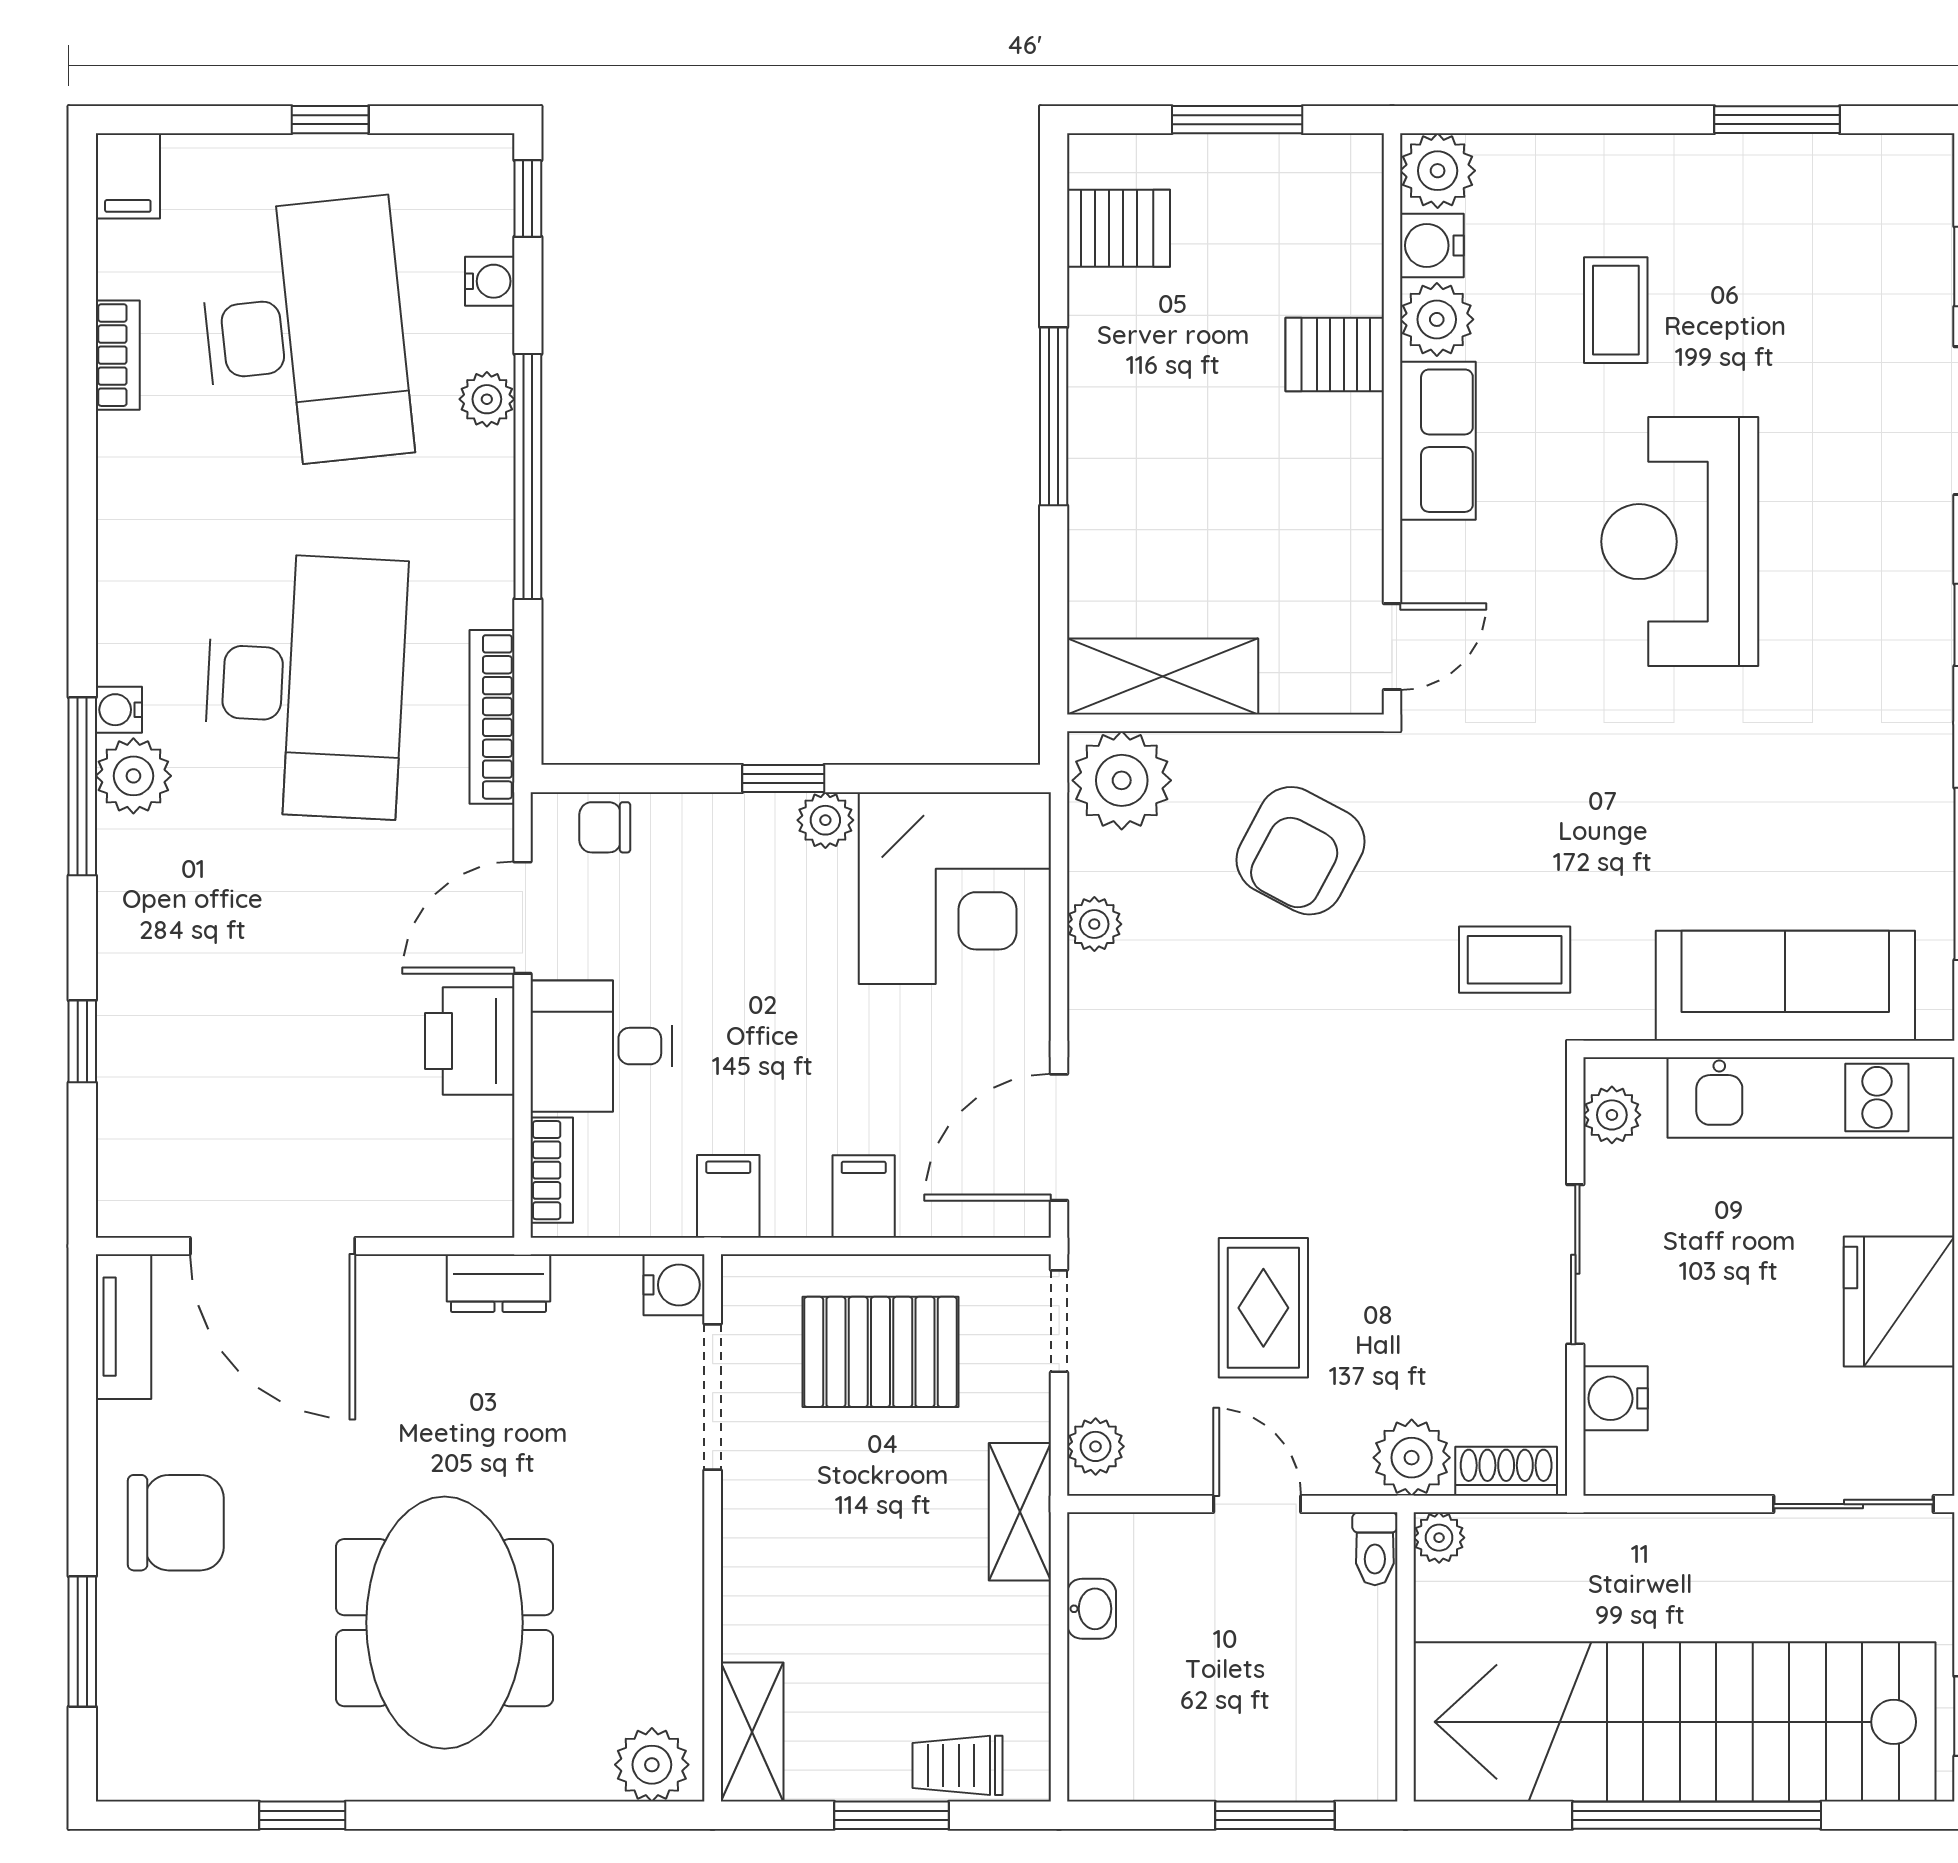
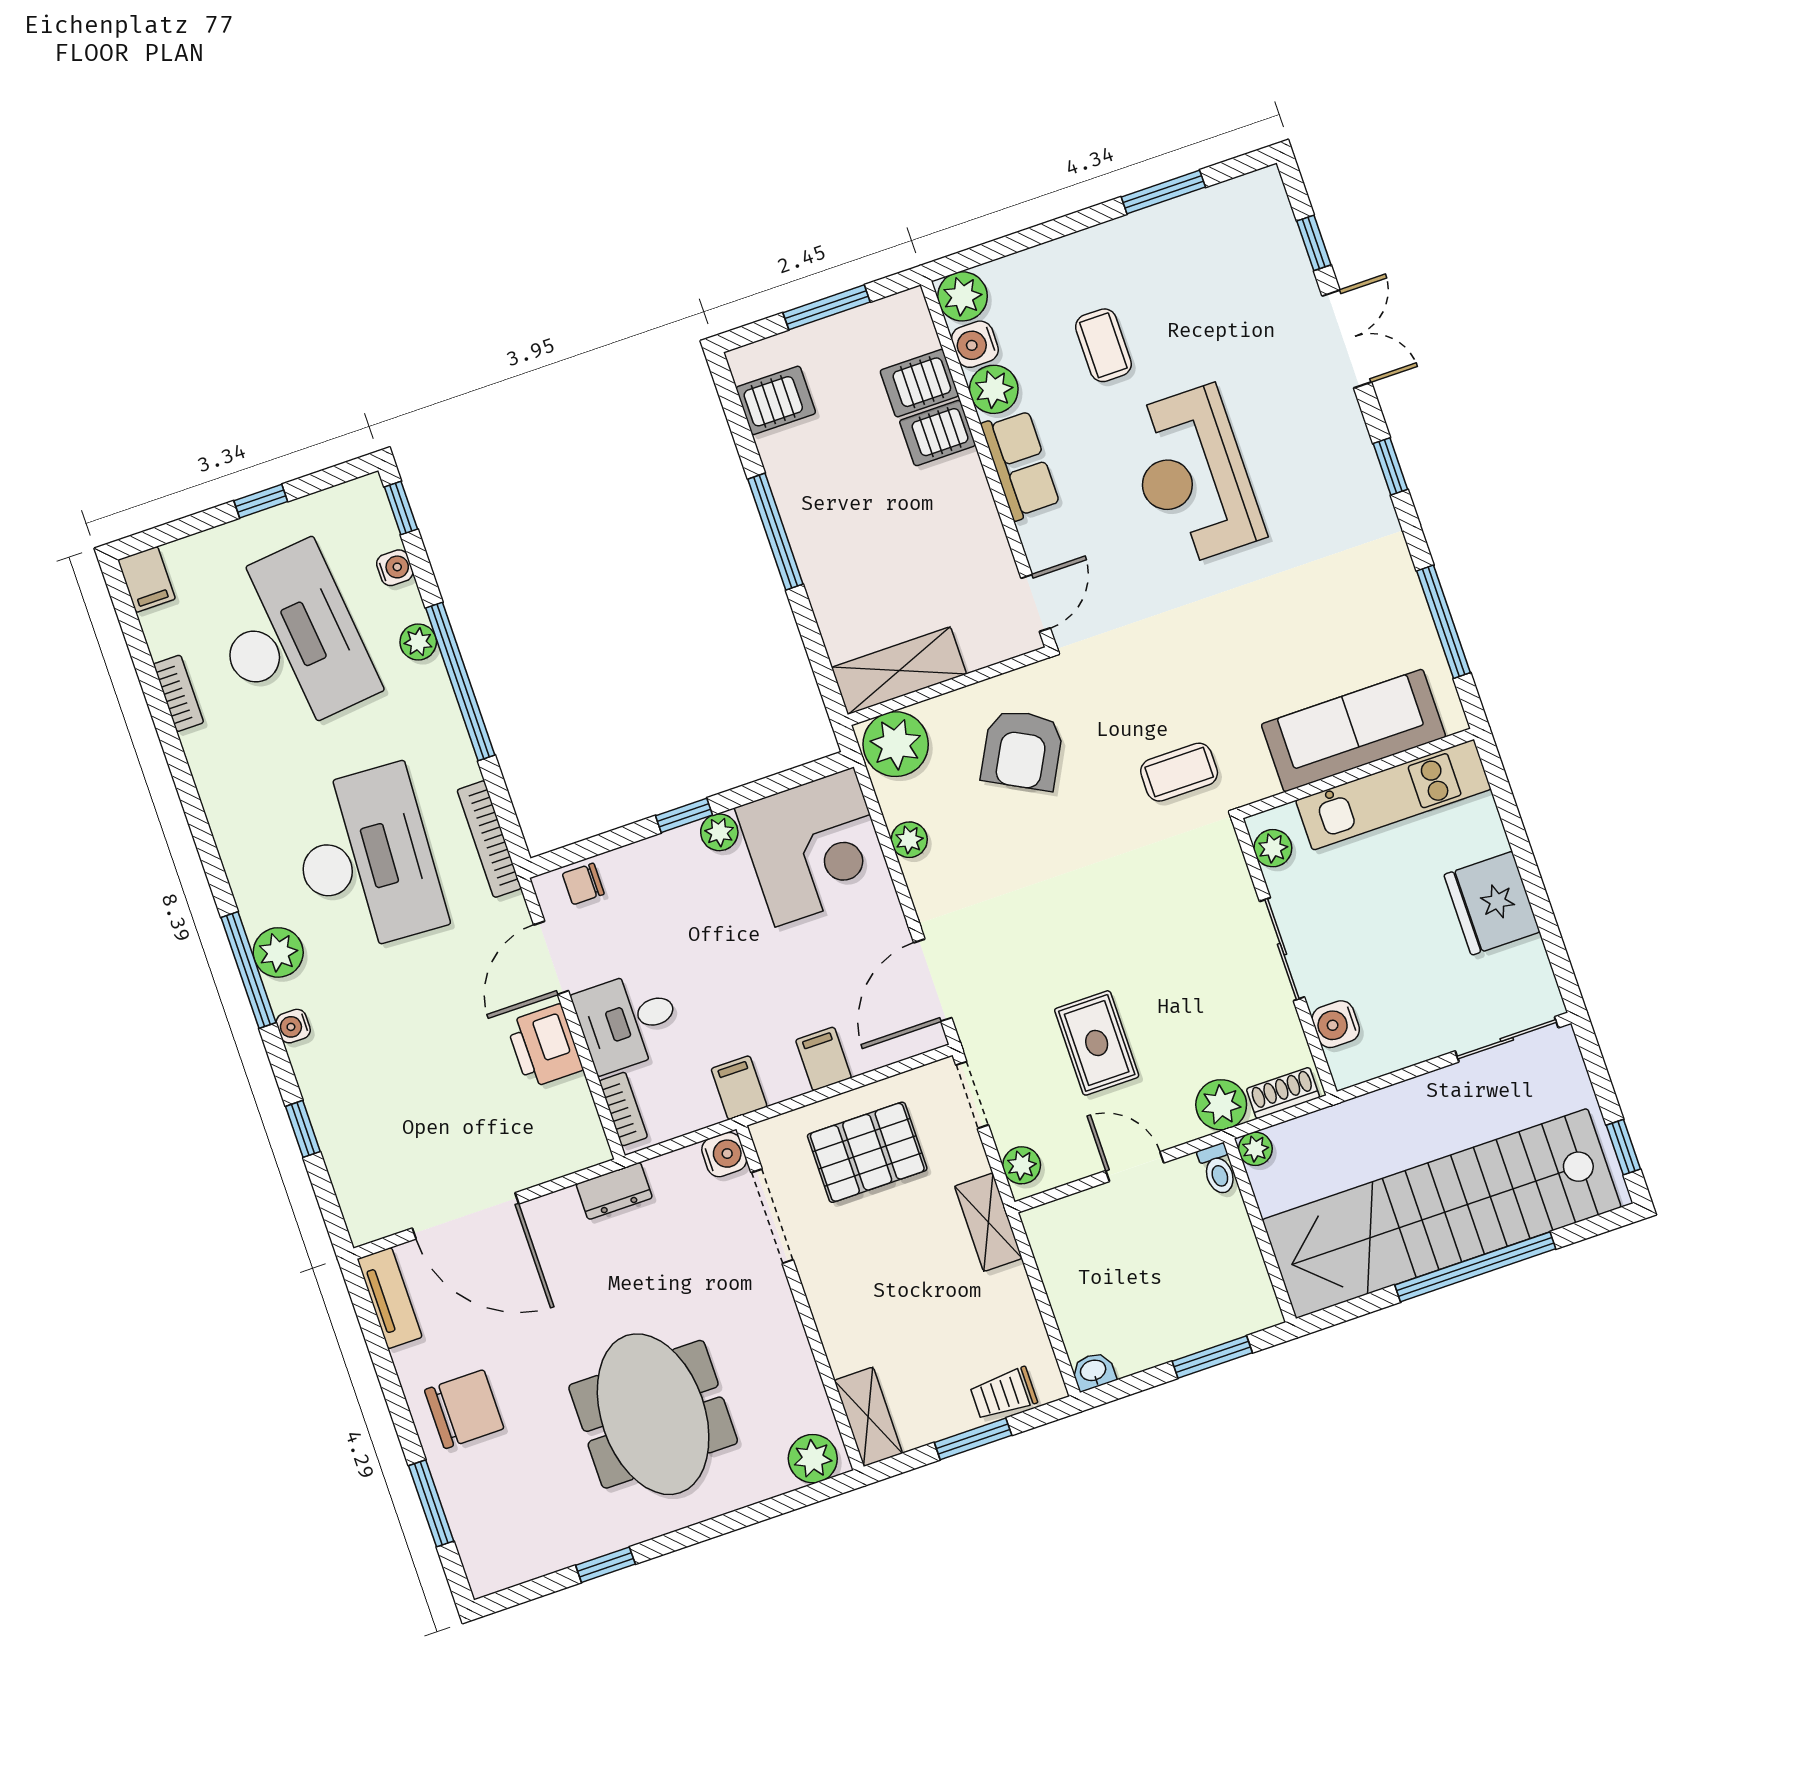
server rack: (1333, 274) -> (919, 383), added
water cooler: (119, 710) -> (293, 1026), moved
washbasin: (1092, 1609) -> (1093, 1371), moved, turned -90

